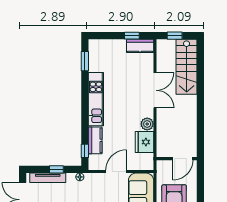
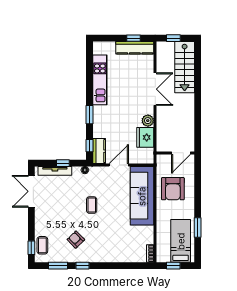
kitchen counter: (140, 46) -> (135, 48), width x1.50
window: (85, 61) -> (90, 115), moved
kitchen unit: (96, 99) -> (100, 80), moved
kitchen counter: (95, 140) -> (99, 151), moved

